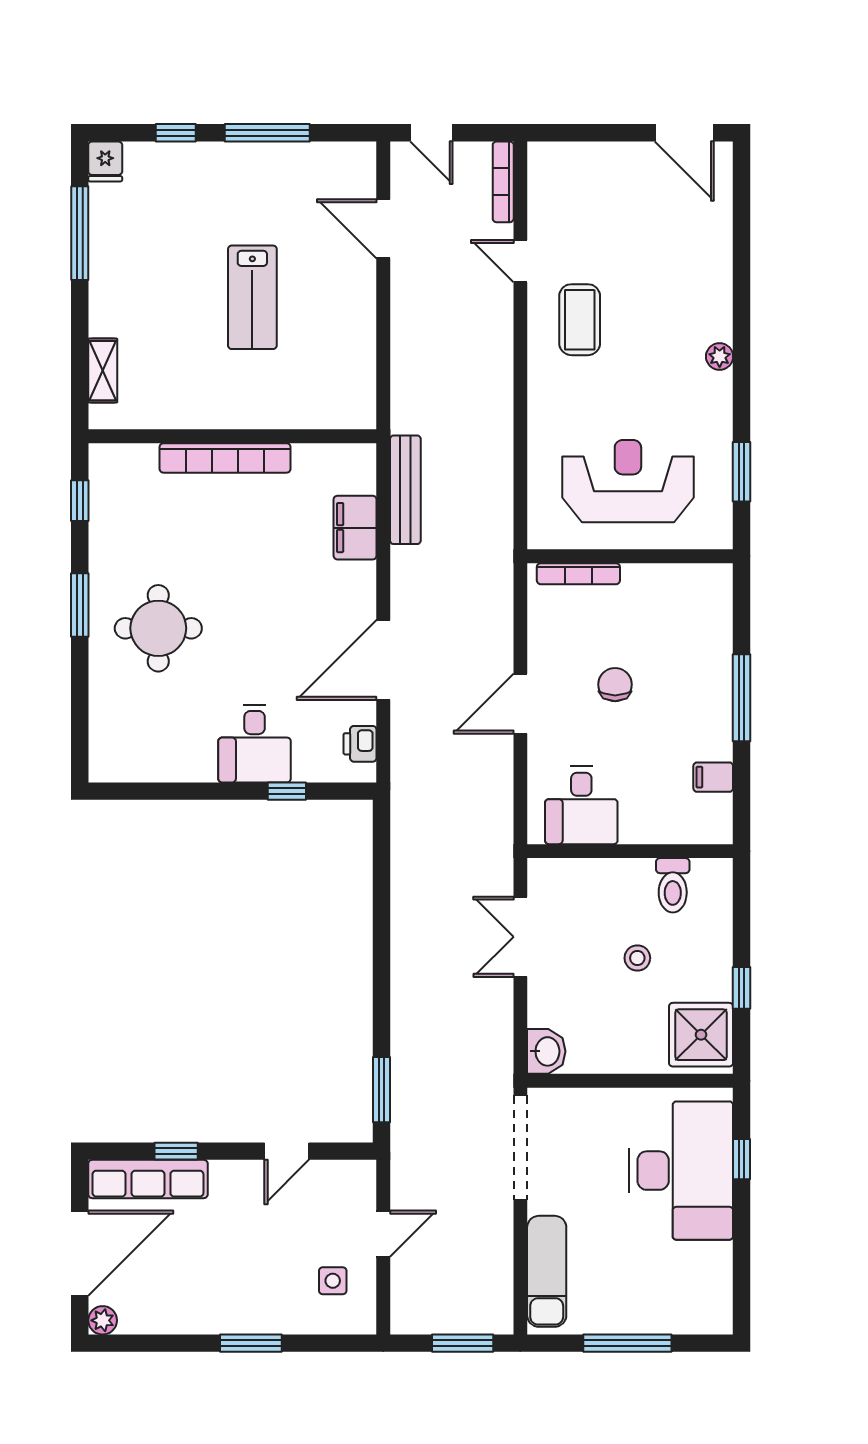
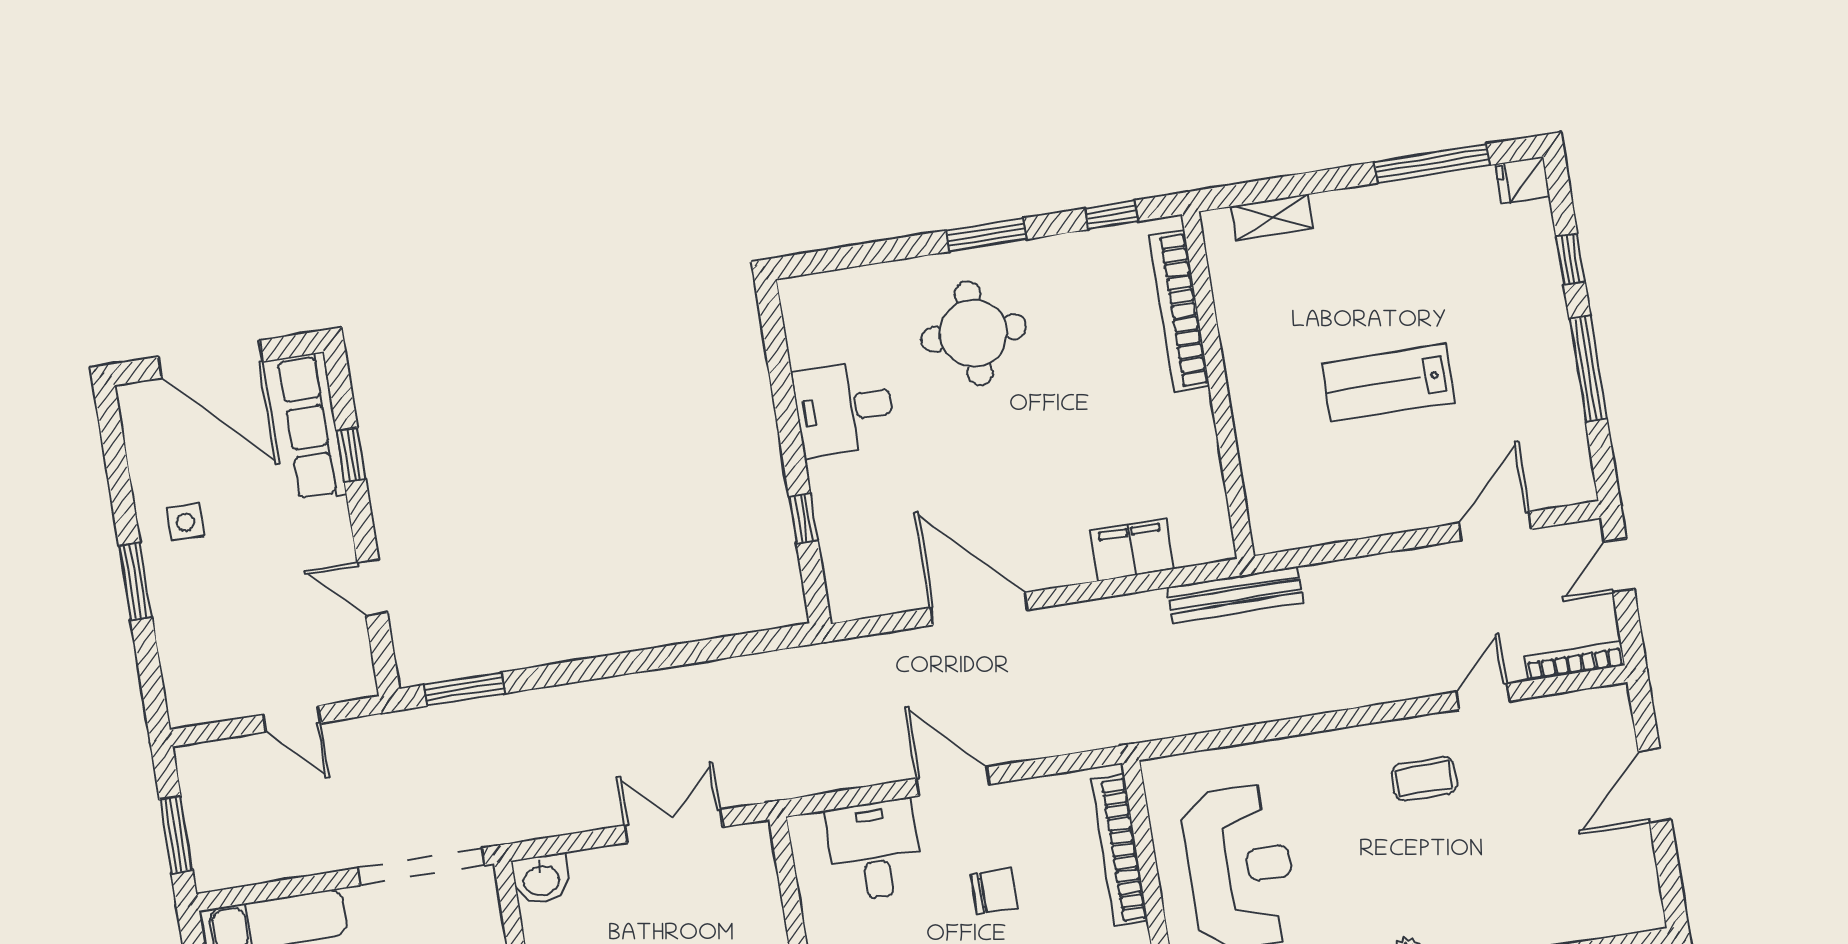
door: (684, 133) -> (1655, 786), moved
coffee table: (580, 320) -> (1424, 779), width x0.73, depth x0.77
bookcase: (225, 458) -> (1179, 311), moved
bench: (405, 490) -> (1235, 595), moved
bookcase: (578, 574) -> (1120, 850), width x1.48, depth x1.31
desk: (255, 744) -> (844, 408), moved
printer: (360, 744) -> (874, 597), removed
desk: (581, 805) -> (874, 850), moved, turned 90
side table: (333, 1281) -> (186, 522), moved
plant: (103, 1320) -> (134, 399), removed

